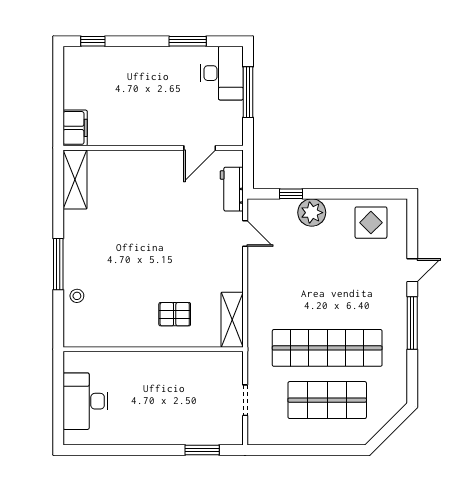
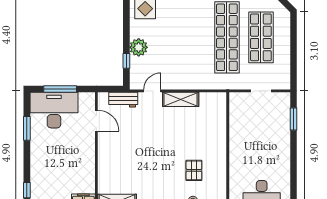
desk: (222, 73) -> (54, 110), width x1.36, depth x1.30
pallet: (175, 314) -> (194, 170), moved
shelving: (232, 320) -> (181, 99), moved

